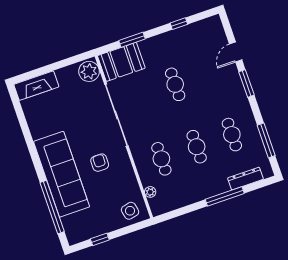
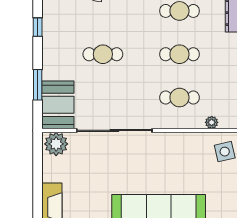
armchair: (100, 163) -> (160, 167), removed

